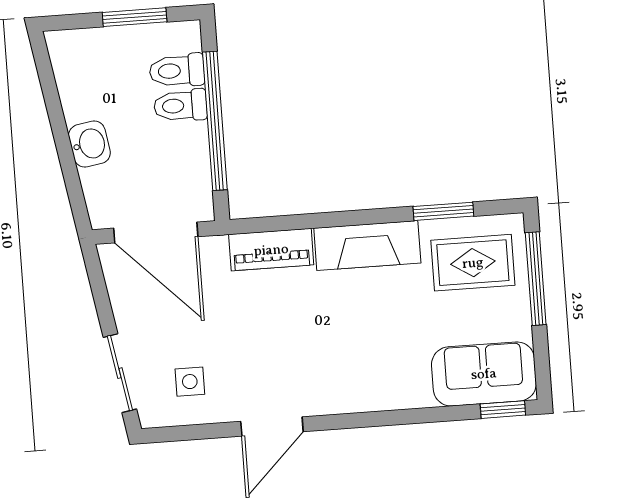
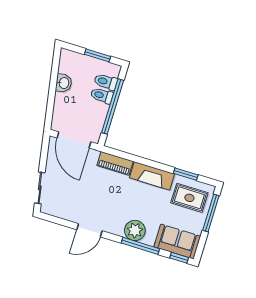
washbasin: (89, 144) -> (64, 83), moved
side table: (190, 382) -> (65, 201), removed
plant: (377, 386) -> (135, 230), added
window: (403, 417) -> (140, 246), added

